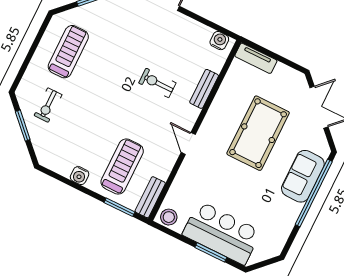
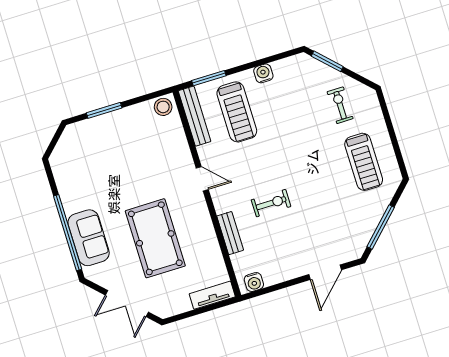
window: (23, 125) -> (327, 61), moved
bench: (150, 197) -> (195, 116), width x1.36
bar counter: (222, 233) -> (110, 134), removed

